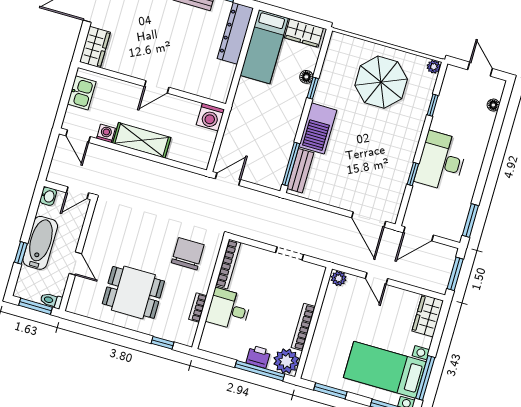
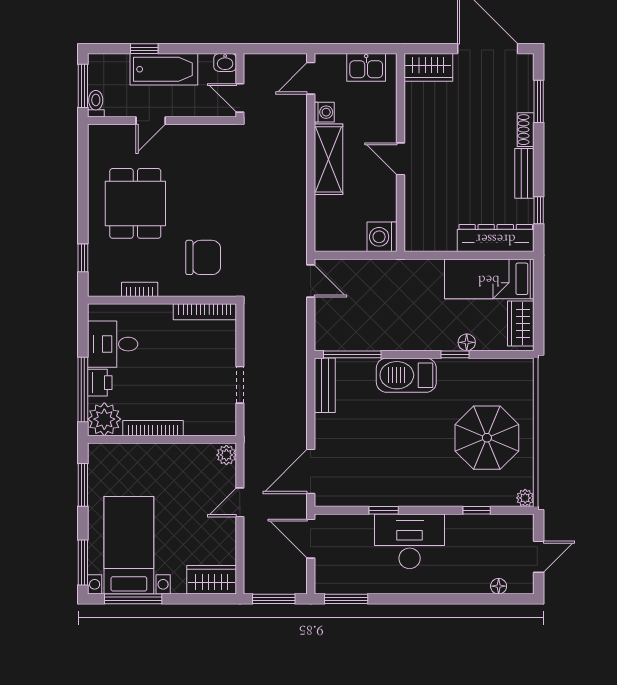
bench: (300, 171) -> (325, 385), moved, turned 90
desk: (229, 309) -> (113, 344), moved, turned -90

